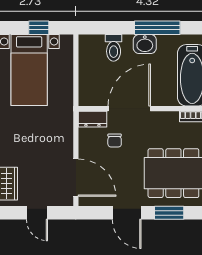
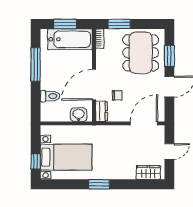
window: (39, 28) -> (36, 161), moved
washbasin: (145, 44) -> (79, 115), moved, turned -90
door: (129, 109) -> (94, 85), hinge flipped

